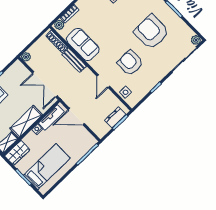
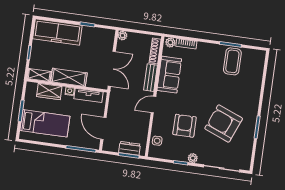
armchair: (151, 32) -> (224, 123), turned -68
plant: (196, 40) -> (193, 158), moved
door: (103, 81) -> (153, 105), moved
double door: (45, 84) -> (112, 69), swing flipped
door: (76, 117) -> (103, 128), moved
wardrobe: (17, 153) -> (49, 91), moved

